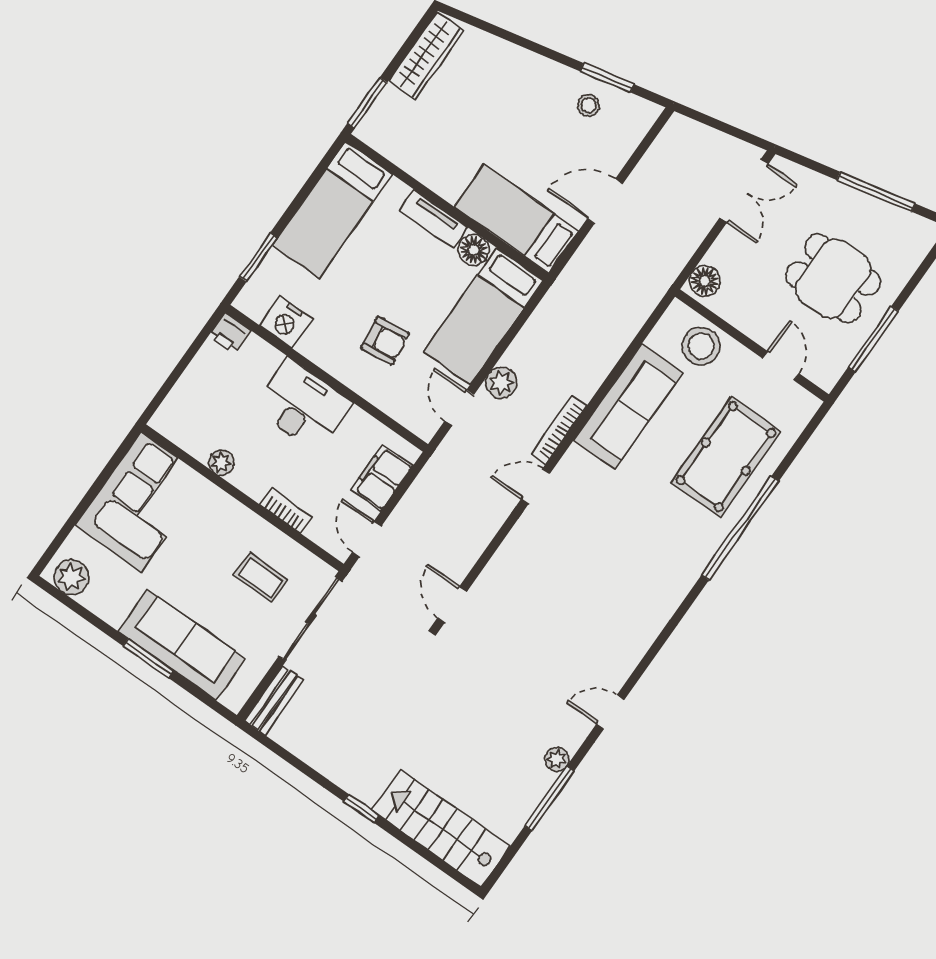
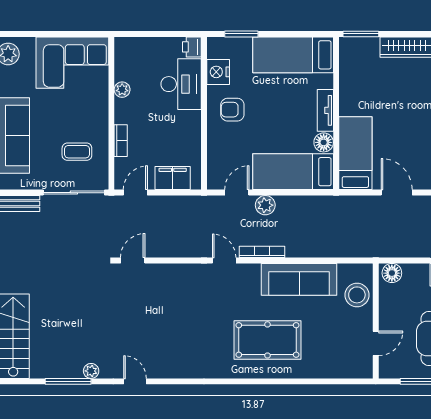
armchair: (385, 341) -> (232, 110), moved, turned 97
desk: (302, 405) -> (181, 84), moved
pool table: (726, 457) -> (267, 340), moved
window: (740, 528) -> (277, 381), removed
coffee table: (261, 577) -> (77, 152), turned 90

